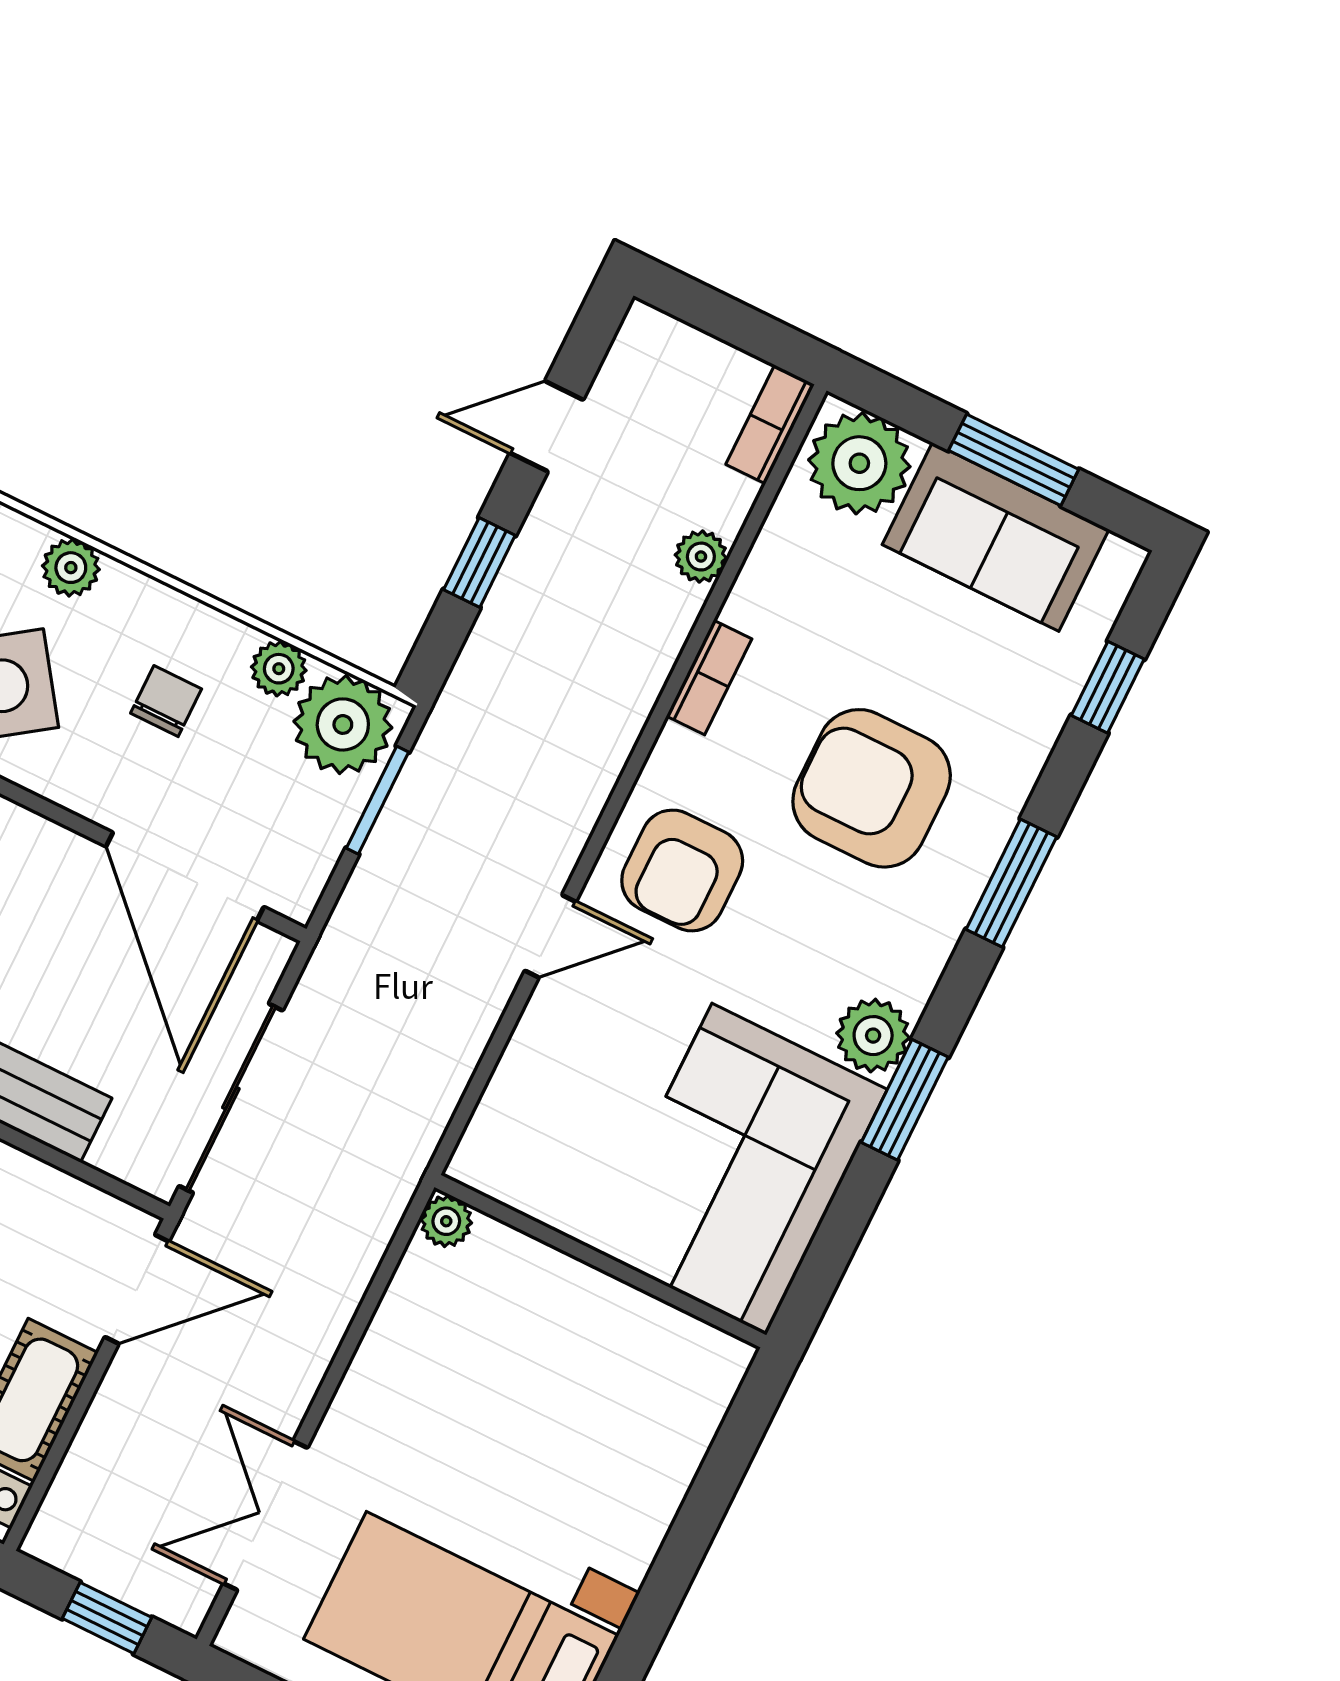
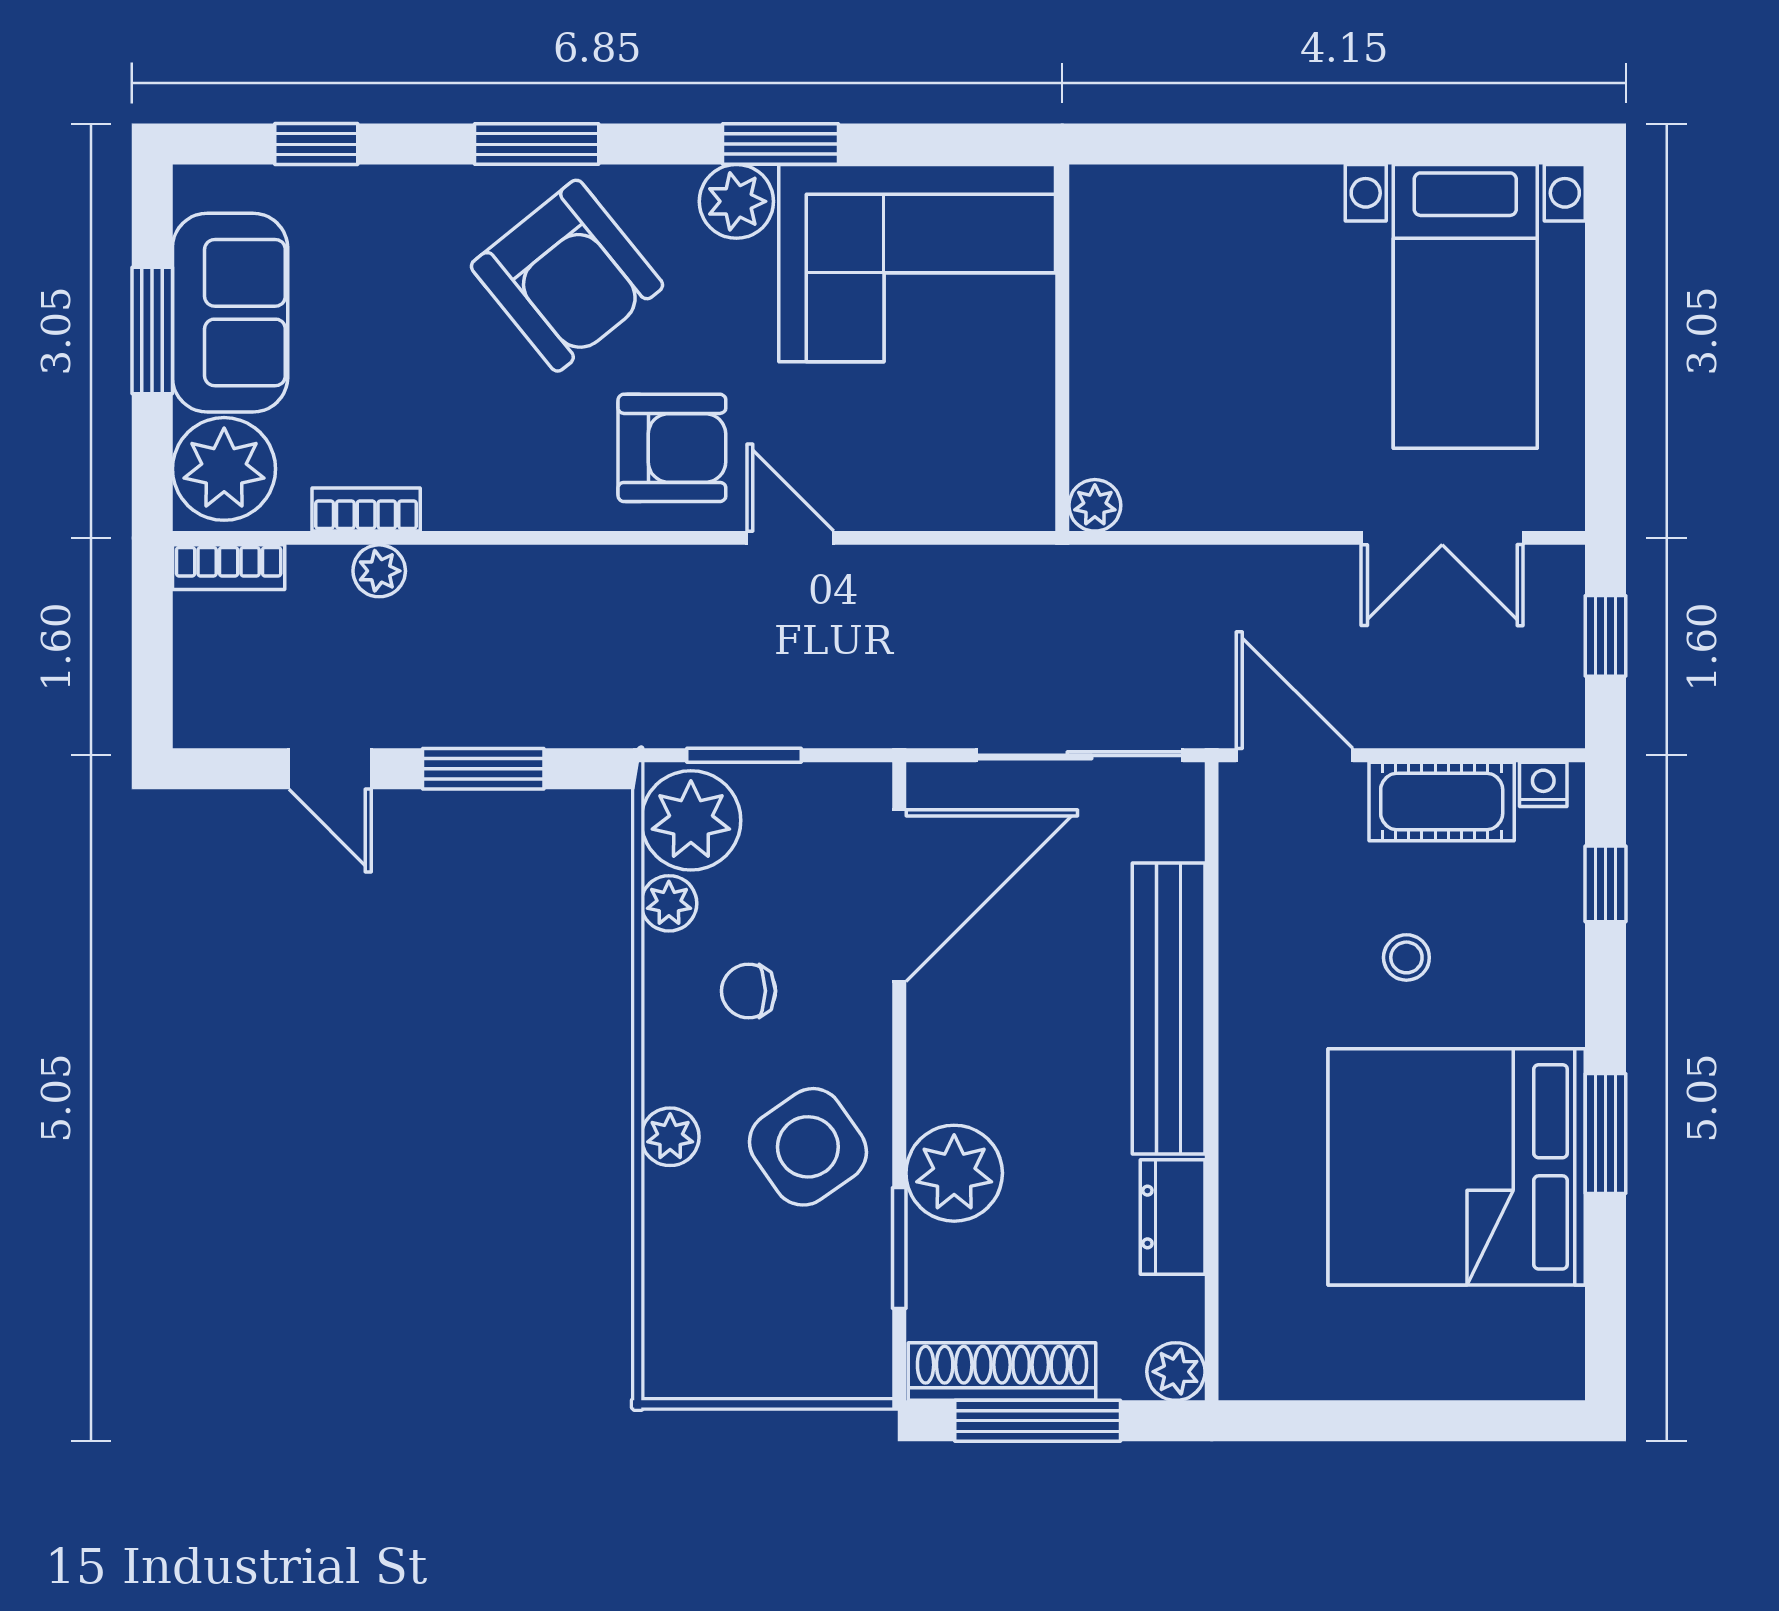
window: (479, 563) -> (483, 769), width x1.50
bookcase: (709, 677) -> (366, 510), moved
armchair: (872, 788) -> (567, 276), moved, turned -39

